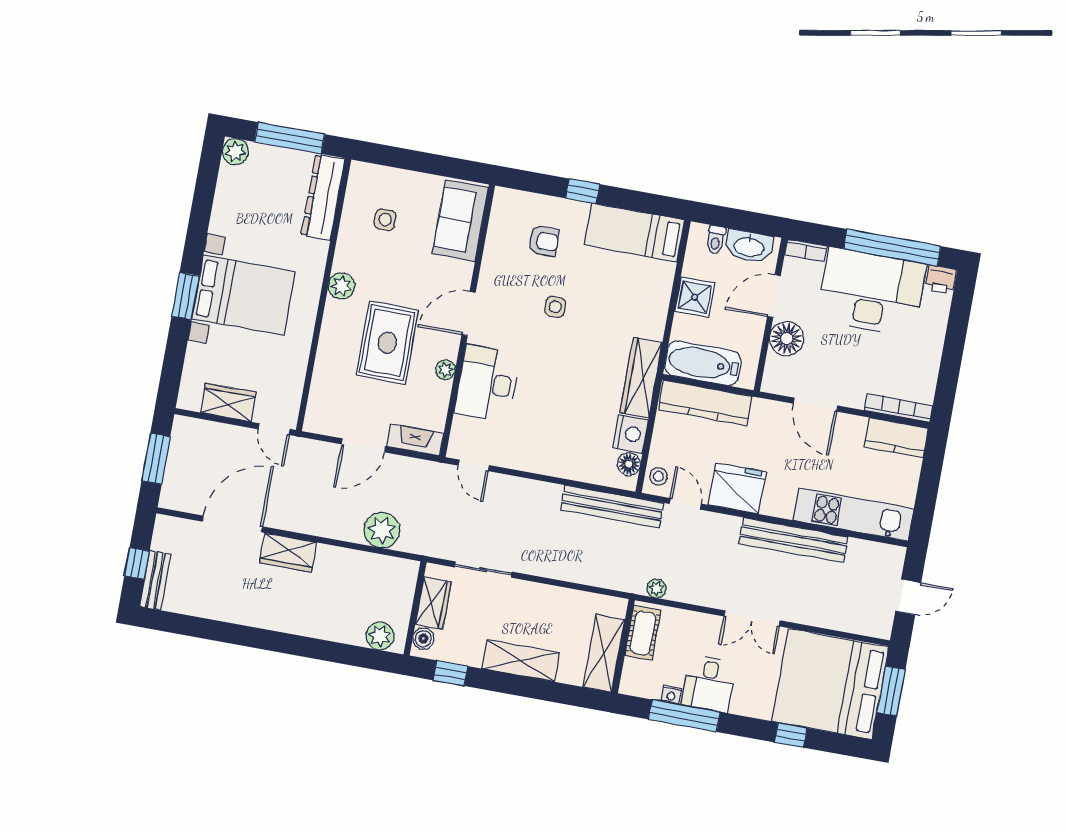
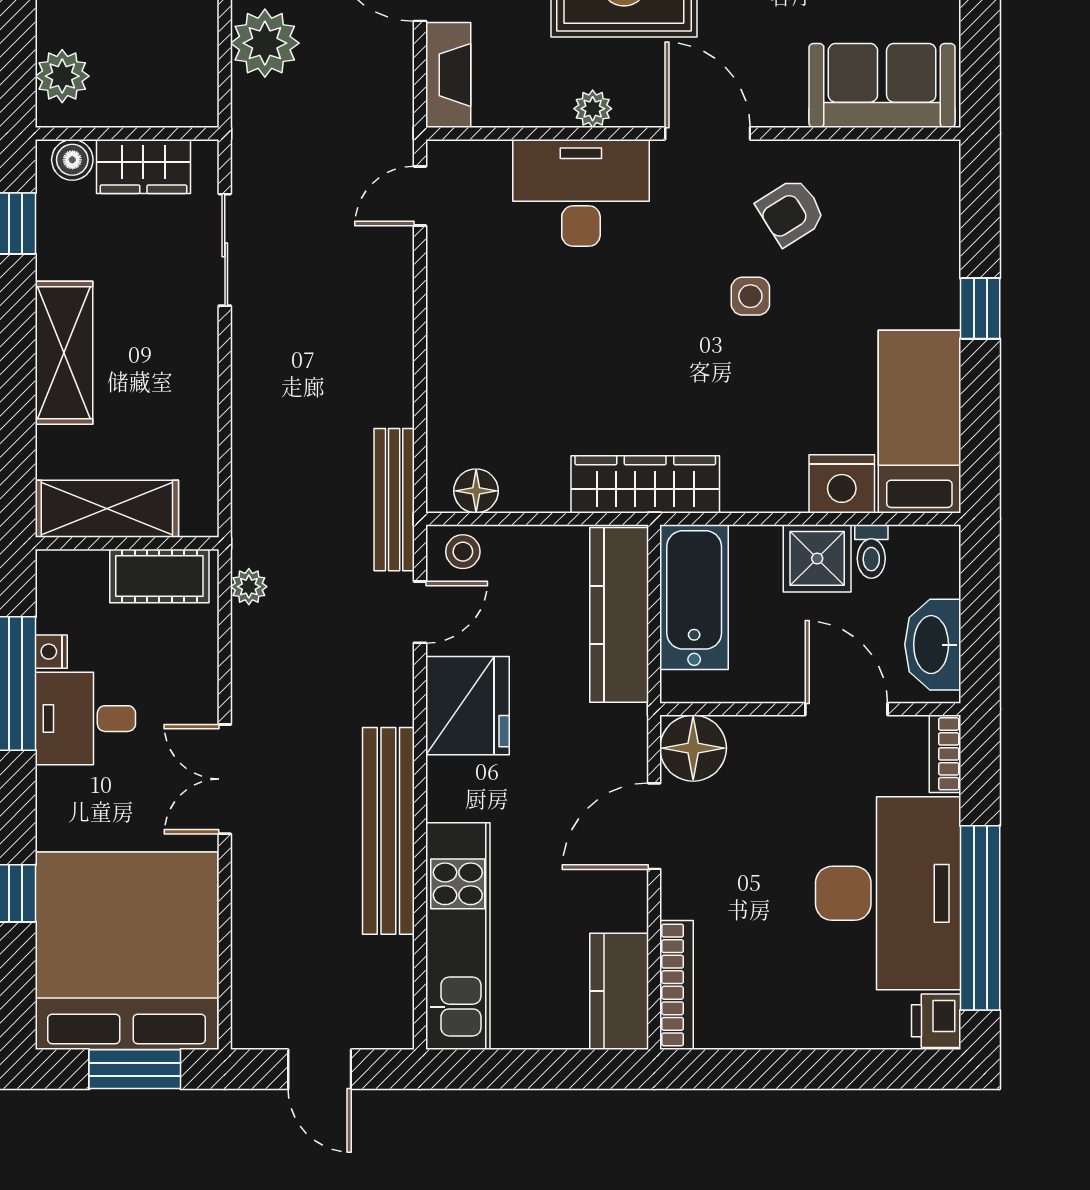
toilet: (716, 240) -> (871, 552), moved, turned -90
armchair: (544, 241) -> (791, 212), moved, turned 58
floor lamp: (787, 339) -> (693, 748), moved
nightstand: (631, 434) -> (842, 484), moved
bench: (612, 506) -> (394, 500), width x0.73, depth x0.82

